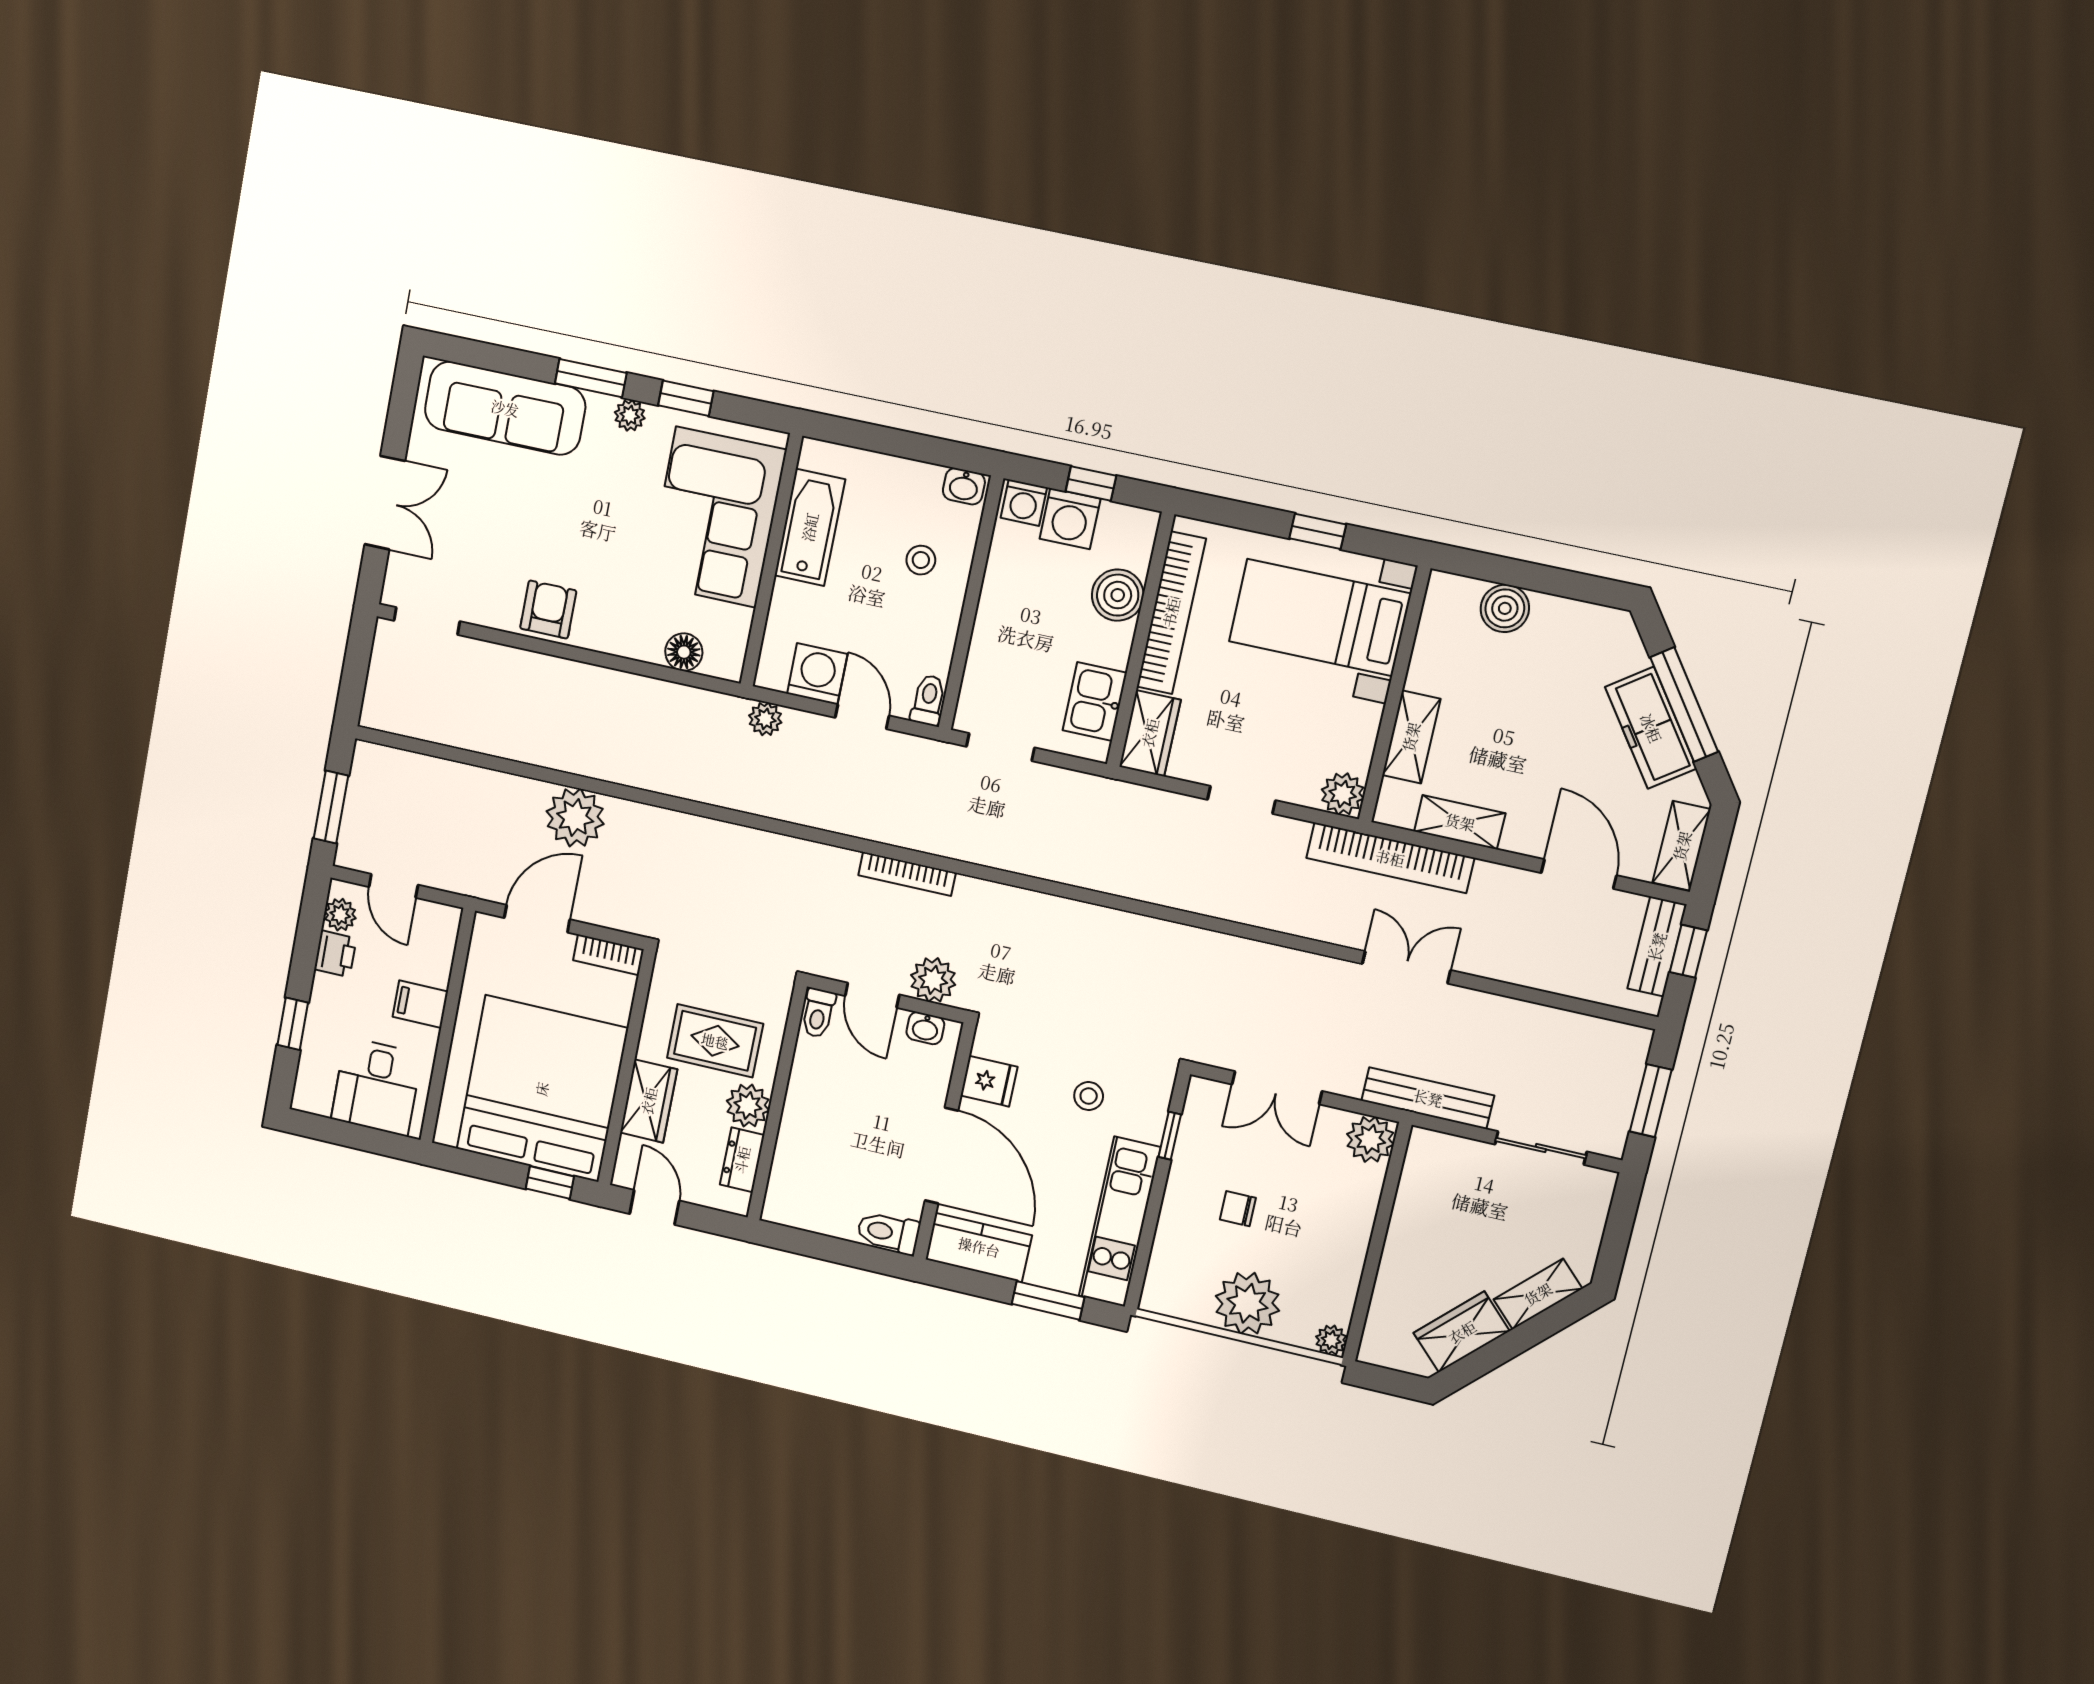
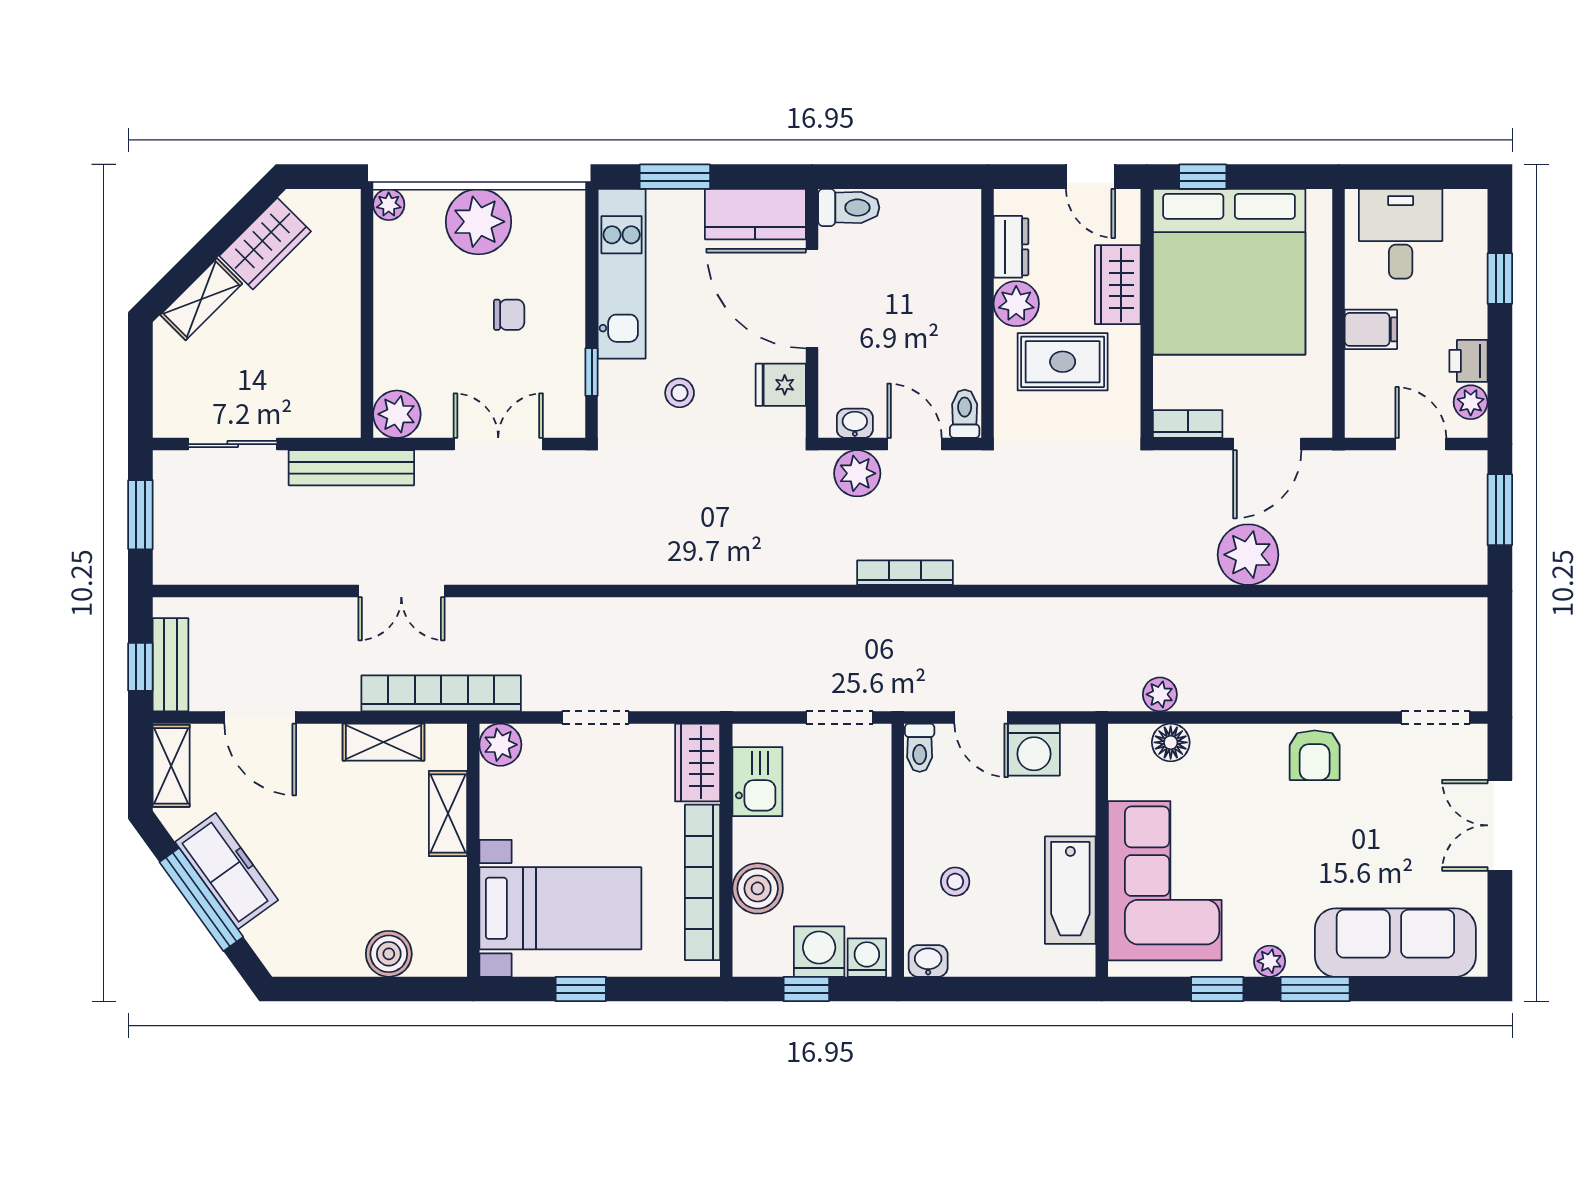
plant: (765, 719) -> (1160, 694), moved

